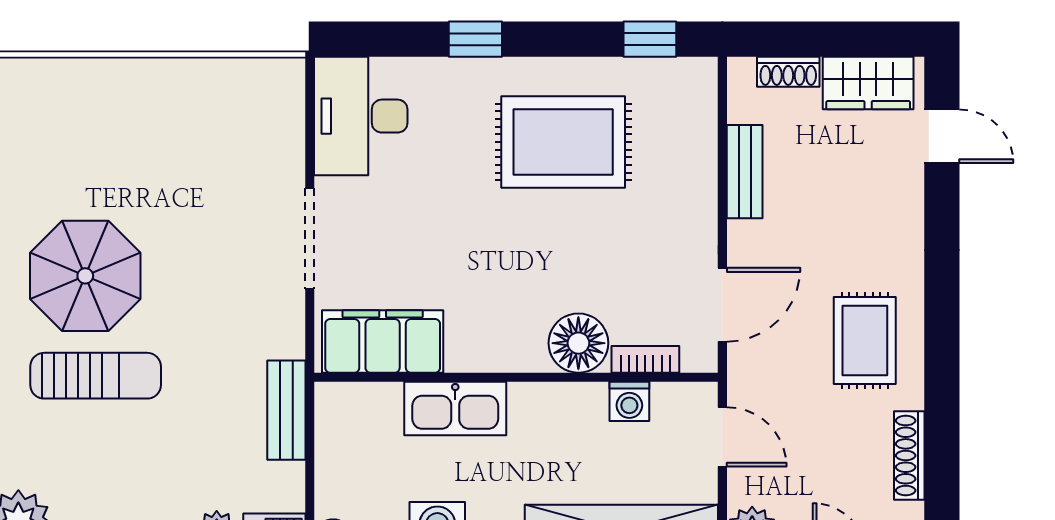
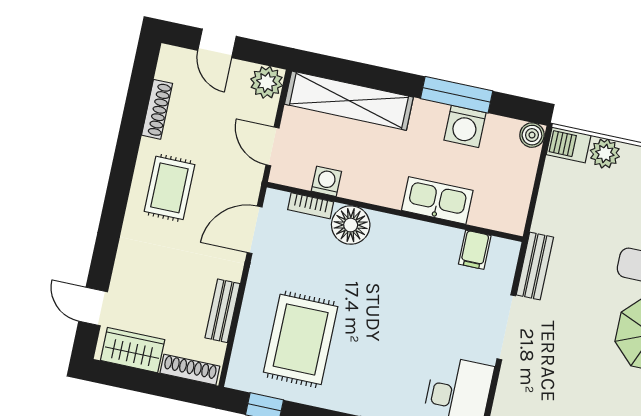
shoe rack: (788, 72) -> (190, 370), width x1.43
rug: (563, 142) -> (301, 339), moved, turned 90
filing cabinet: (383, 341) -> (475, 250), width x0.33, depth x0.86
bench: (286, 410) -> (535, 266), moved

